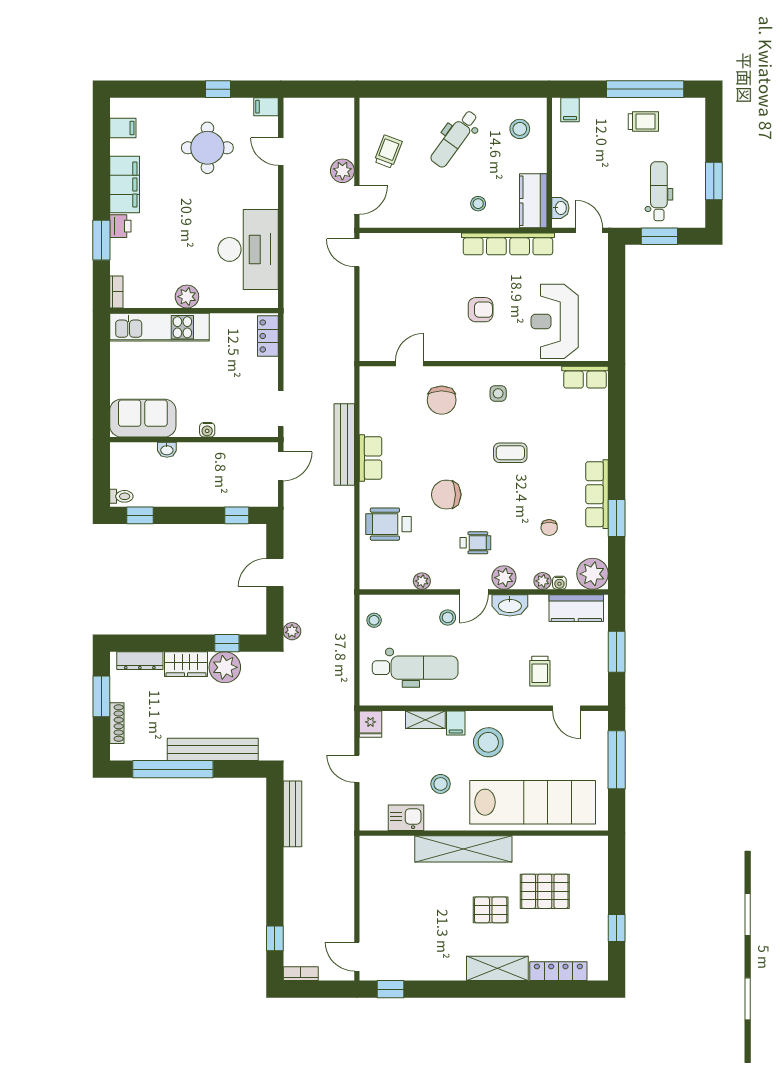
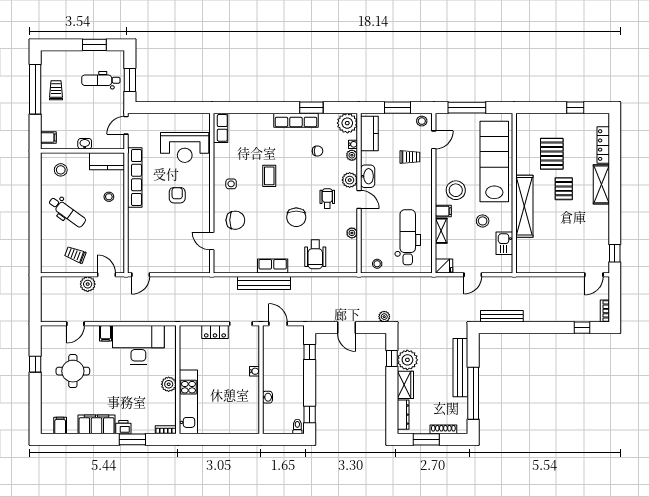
filing cabinet: (266, 107) -> (106, 333), moved
washbasin: (560, 208) -> (85, 144), moved
locker: (268, 336) -> (215, 332), moved
sofa: (143, 418) -> (247, 413), removed
stool: (448, 617) -> (422, 121), moved

